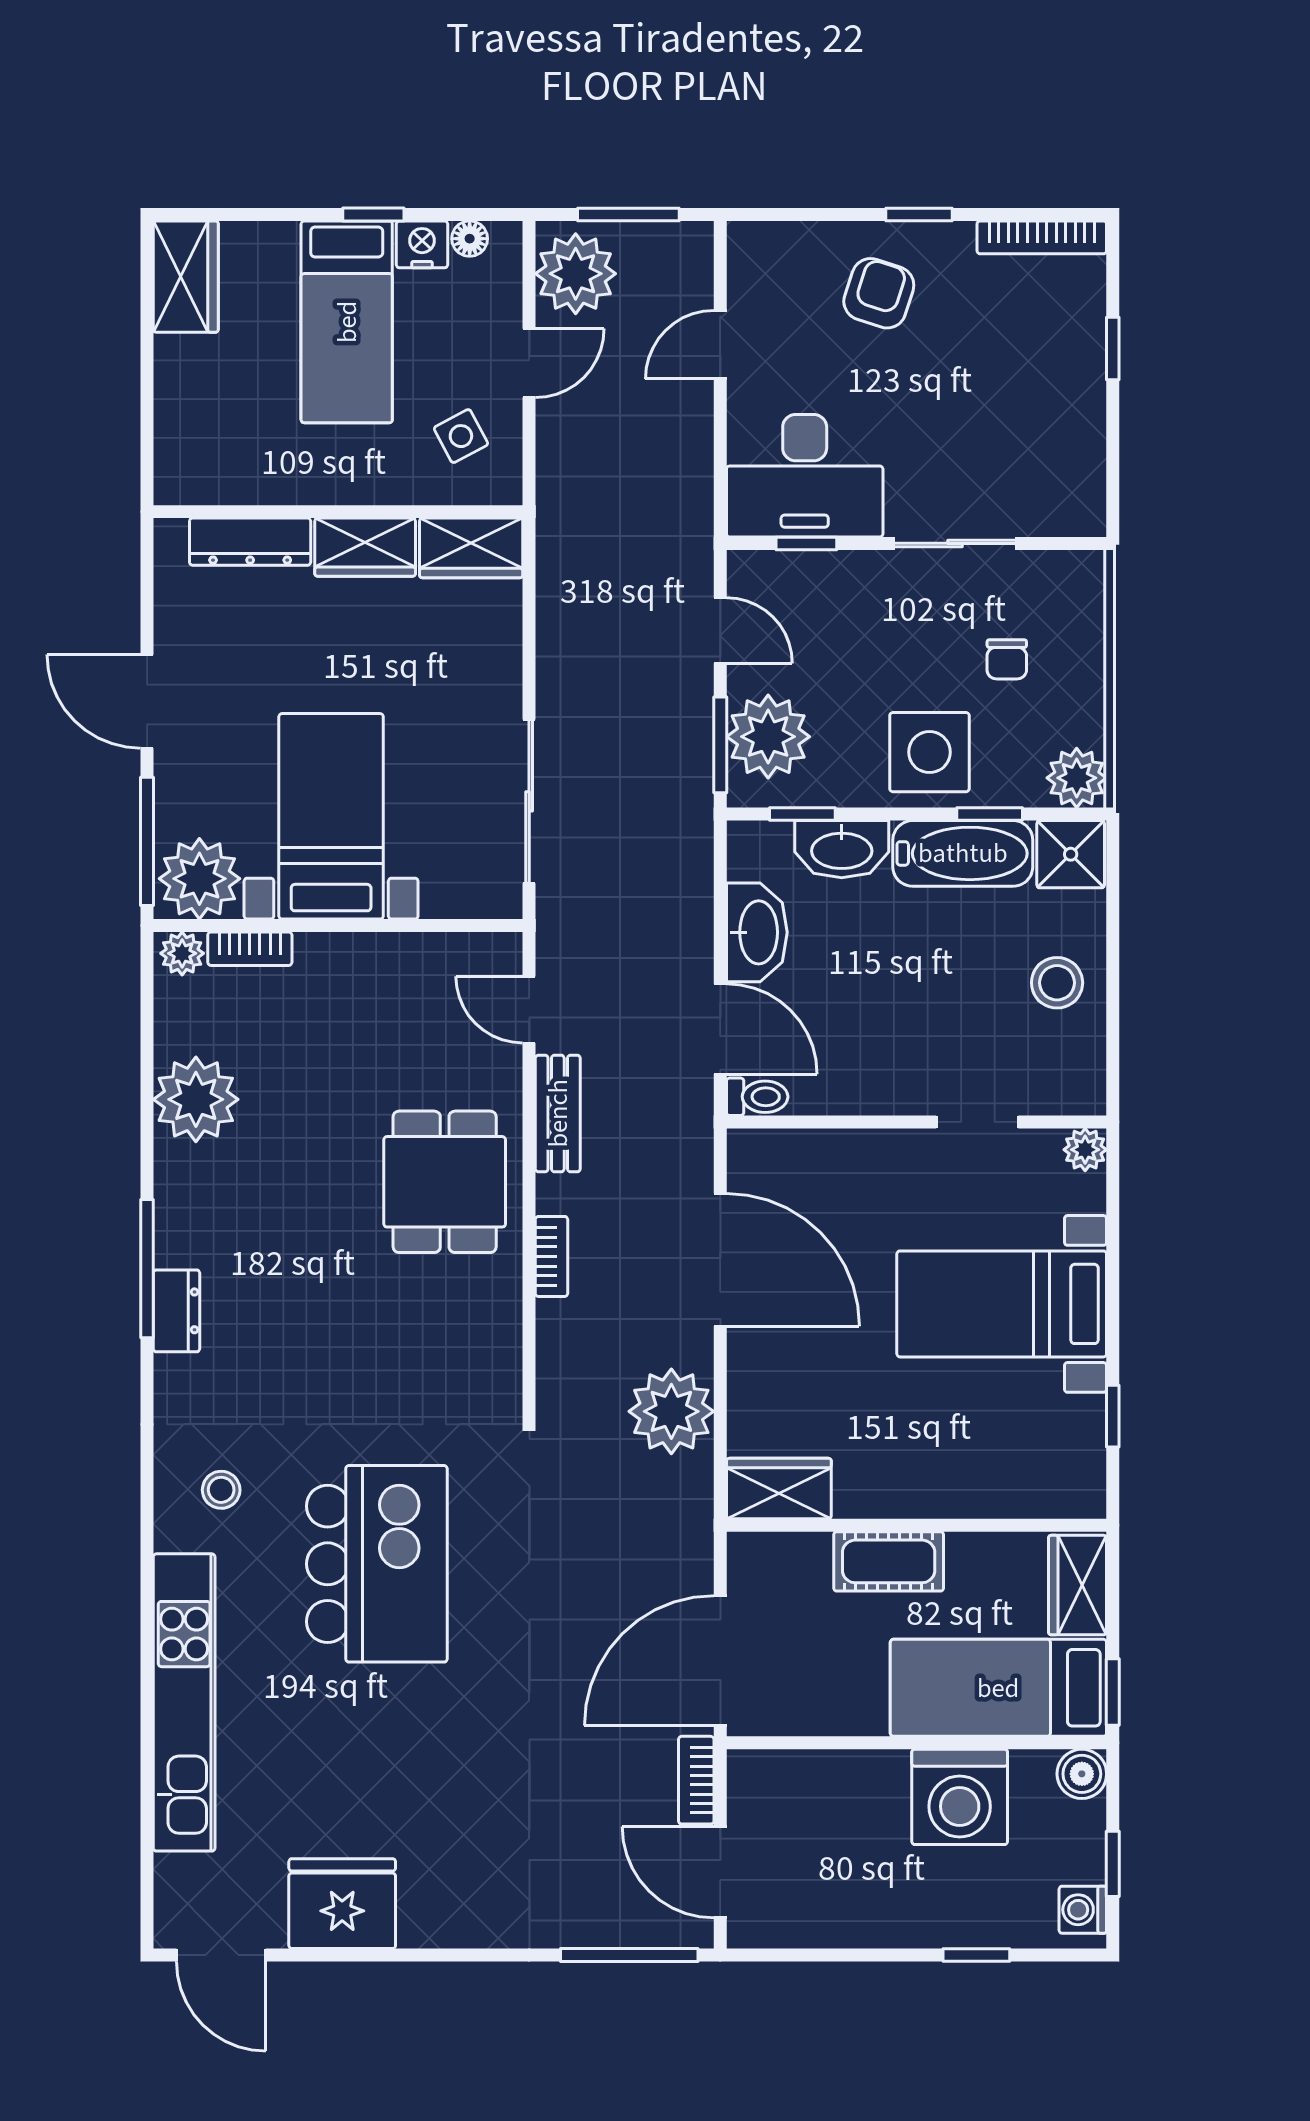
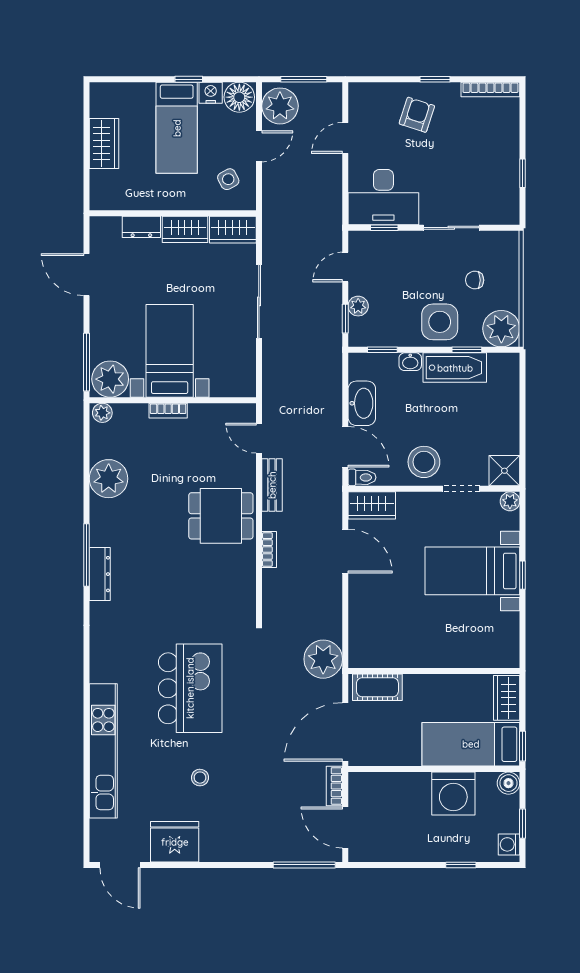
floor lamp: (470, 239) -> (239, 97), width x1.89, depth x1.89
wardrobe: (186, 277) -> (104, 144), moved
window: (1113, 349) -> (523, 173), moved
dresser: (250, 542) -> (141, 227), width x0.70
door: (720, 631) -> (345, 267), swing flipped
chair: (1007, 659) -> (475, 280), turned 90
door: (147, 701) -> (87, 275), moved
plant: (768, 737) -> (358, 306), width x0.53, depth x0.53
window: (720, 745) -> (345, 319), width x0.67
plant: (1077, 778) -> (501, 329), width x1.36, depth x1.36
sliding door: (529, 801) -> (259, 301), moved
washbasin: (842, 849) -> (410, 362), width x0.52, depth x0.69
shower: (1071, 854) -> (504, 471), moved
bookcase: (250, 949) -> (168, 411), moved
stool: (1057, 983) -> (424, 462), moved, width x1.38, depth x1.38
dining table: (445, 1182) -> (221, 516), turned 90
door: (720, 1260) -> (345, 551), width x0.73
dresser: (176, 1311) -> (100, 574), width x1.44
plant: (671, 1411) -> (323, 659), moved
window: (1113, 1416) -> (523, 575), moved
wardrobe: (779, 1489) -> (372, 505), moved, turned 180
stool: (221, 1490) -> (200, 778), moved
cot: (889, 1561) -> (377, 687), moved

